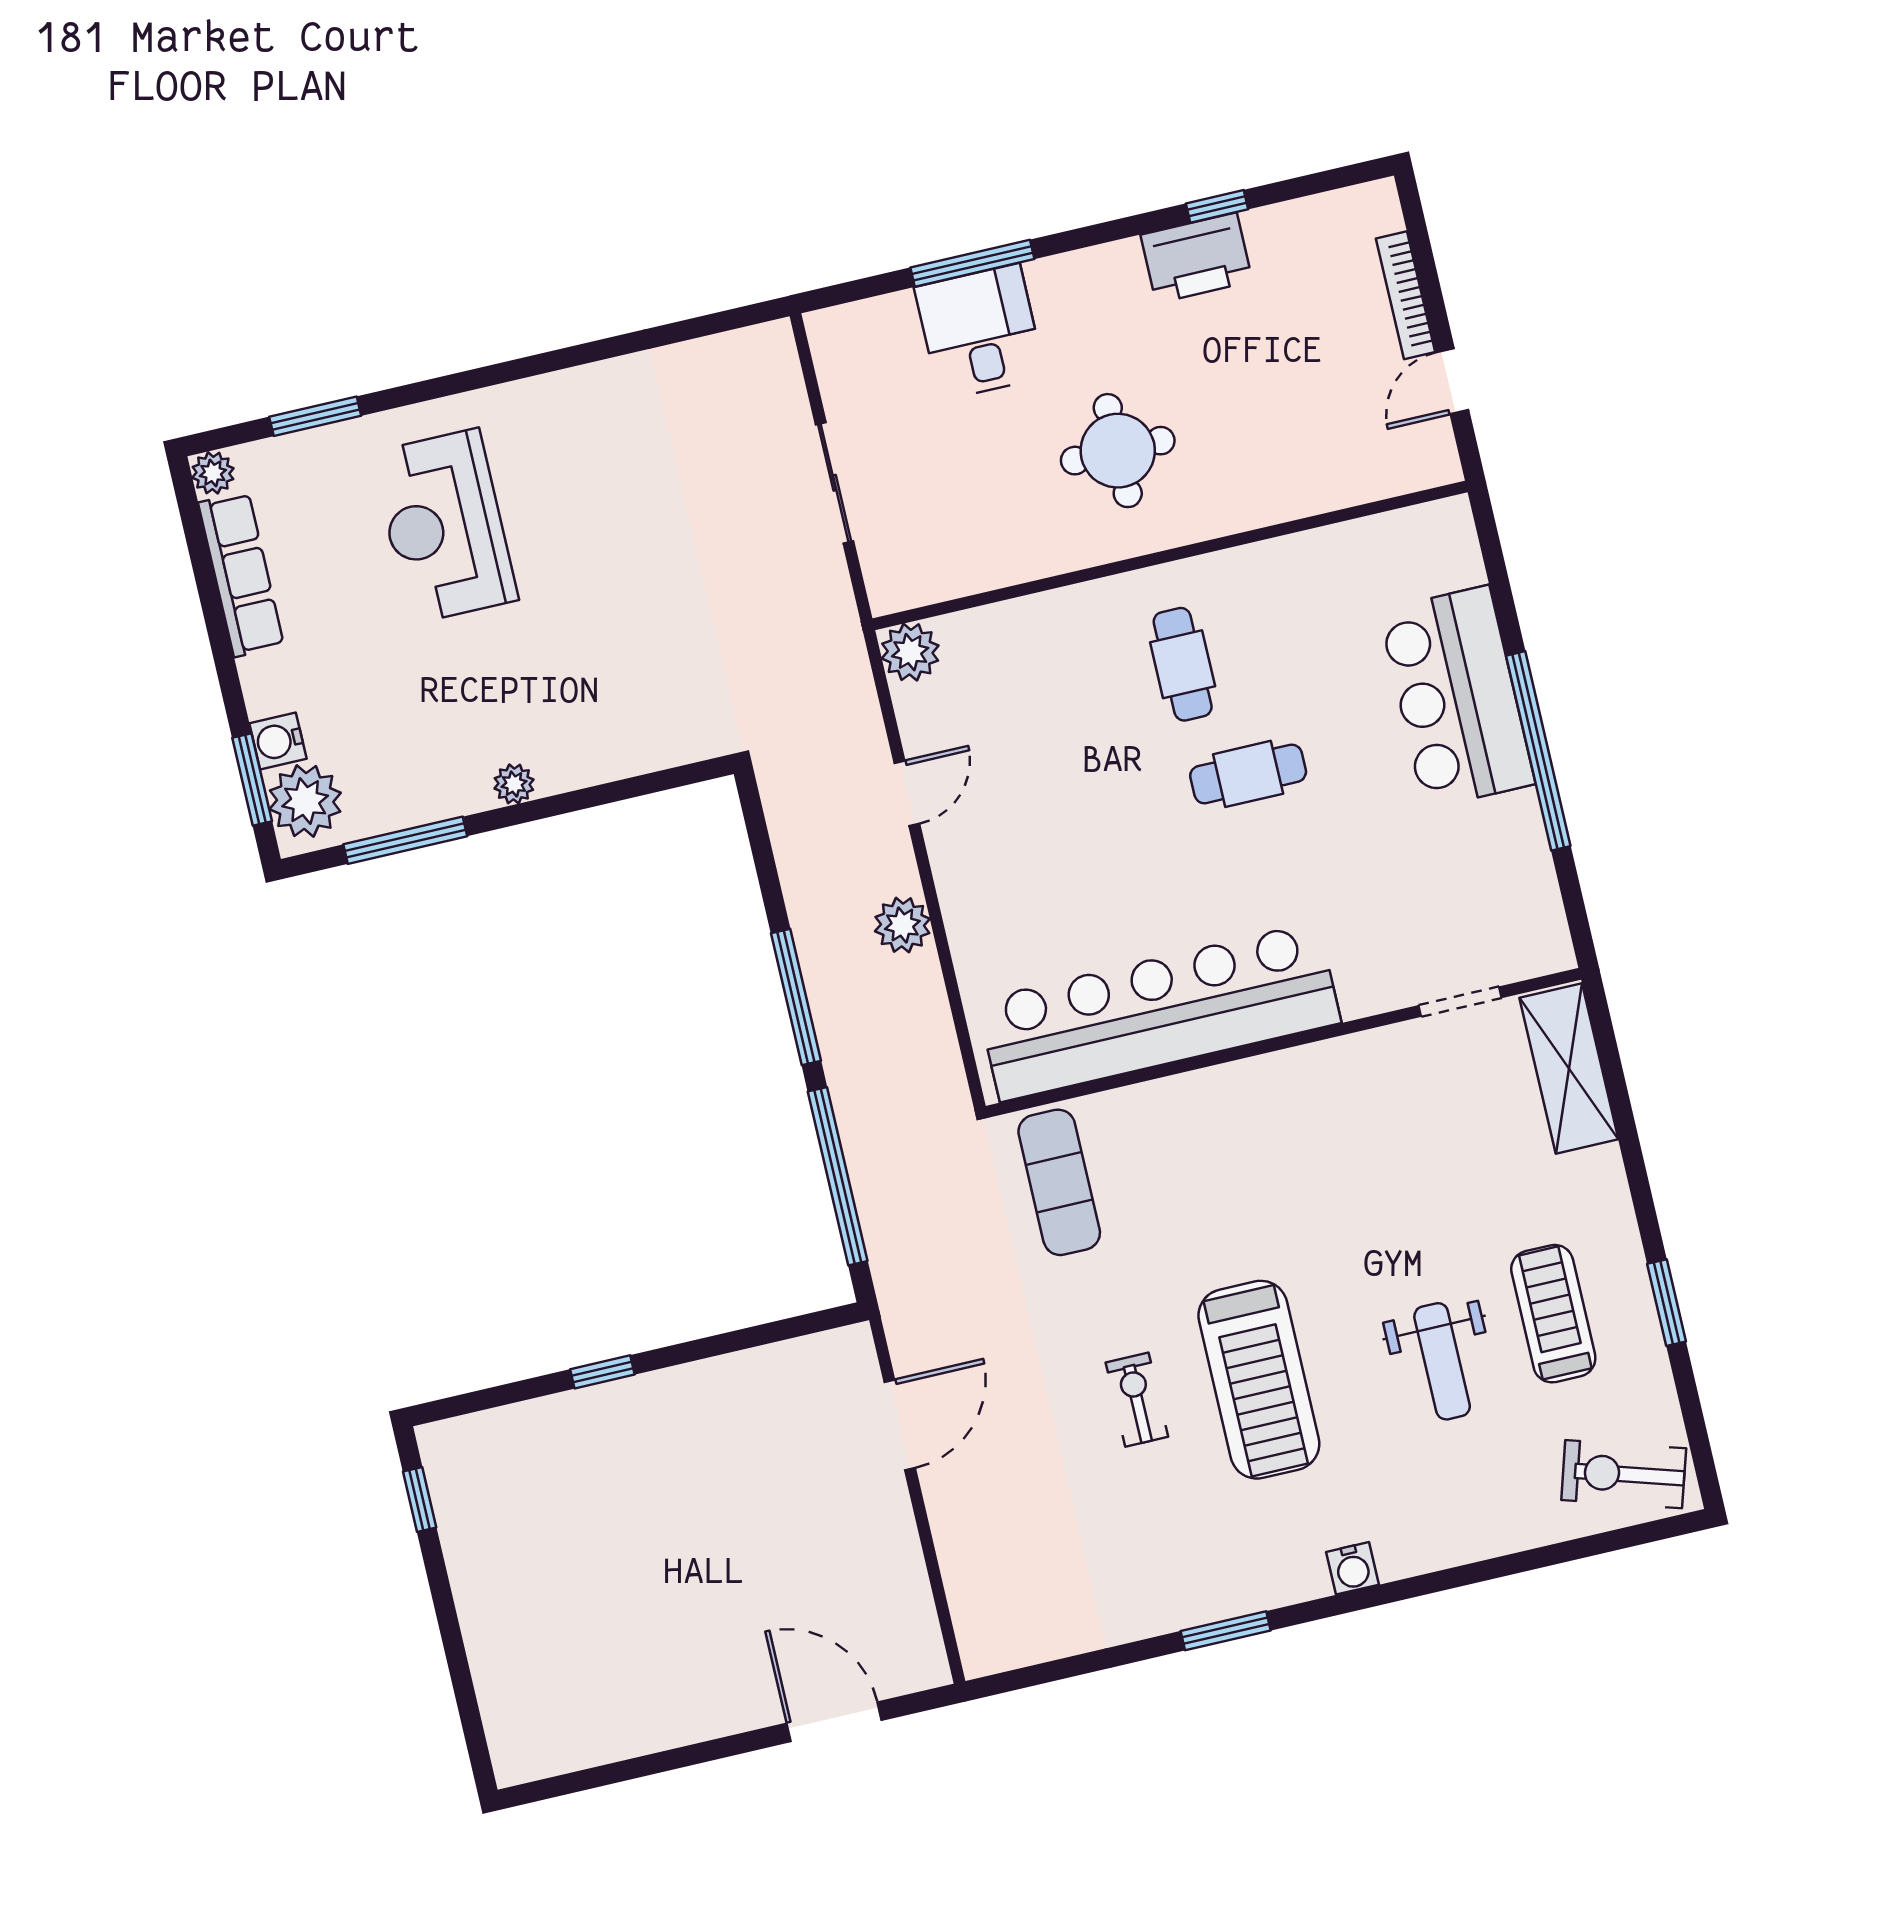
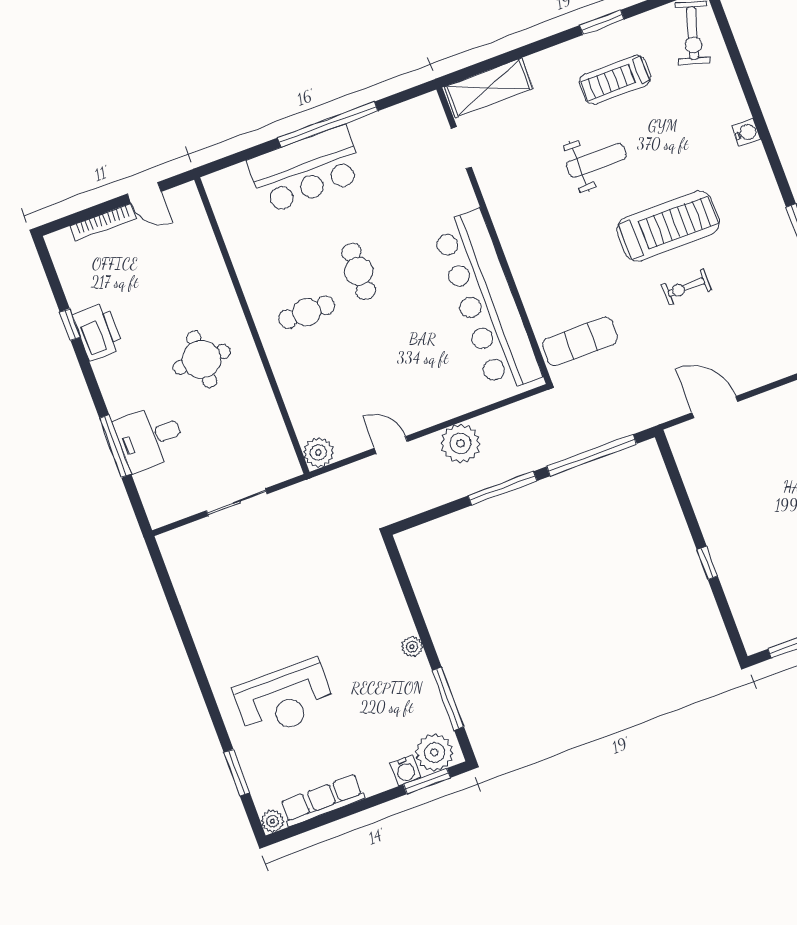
plant: (902, 925) -> (461, 443), width x1.36, depth x1.36
weight bench: (1442, 1361) -> (596, 160), moved
water cooler: (1353, 1568) -> (746, 133), moved

